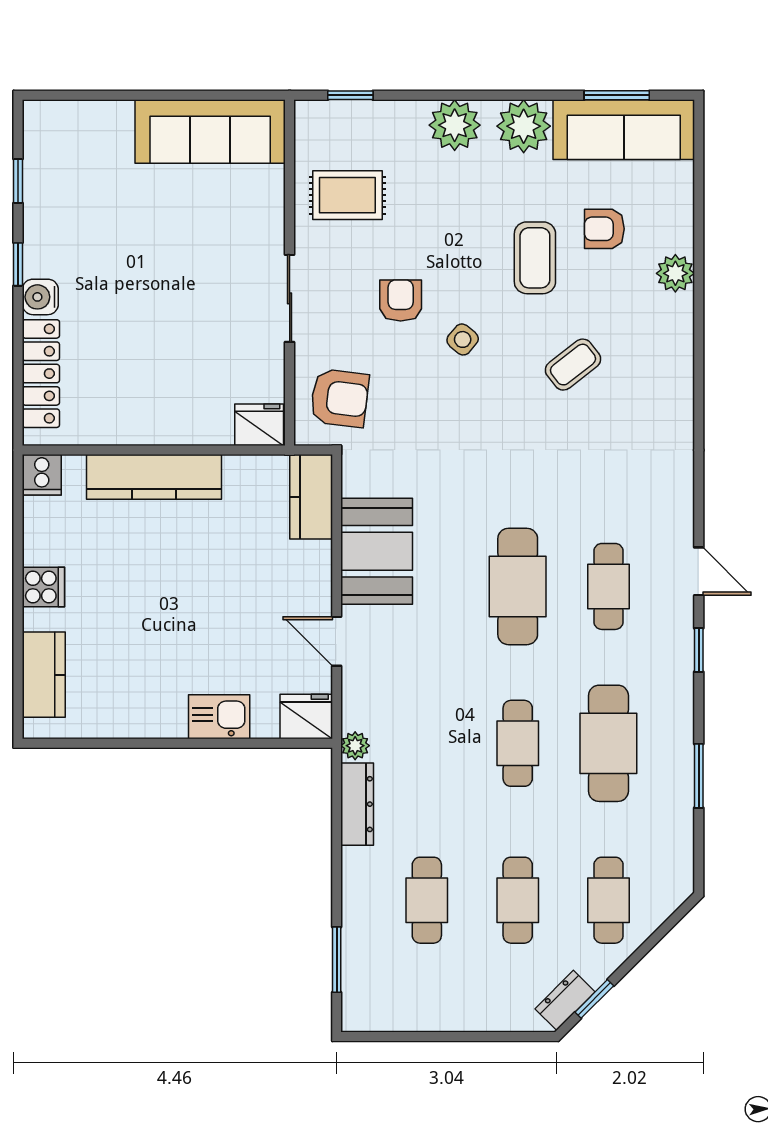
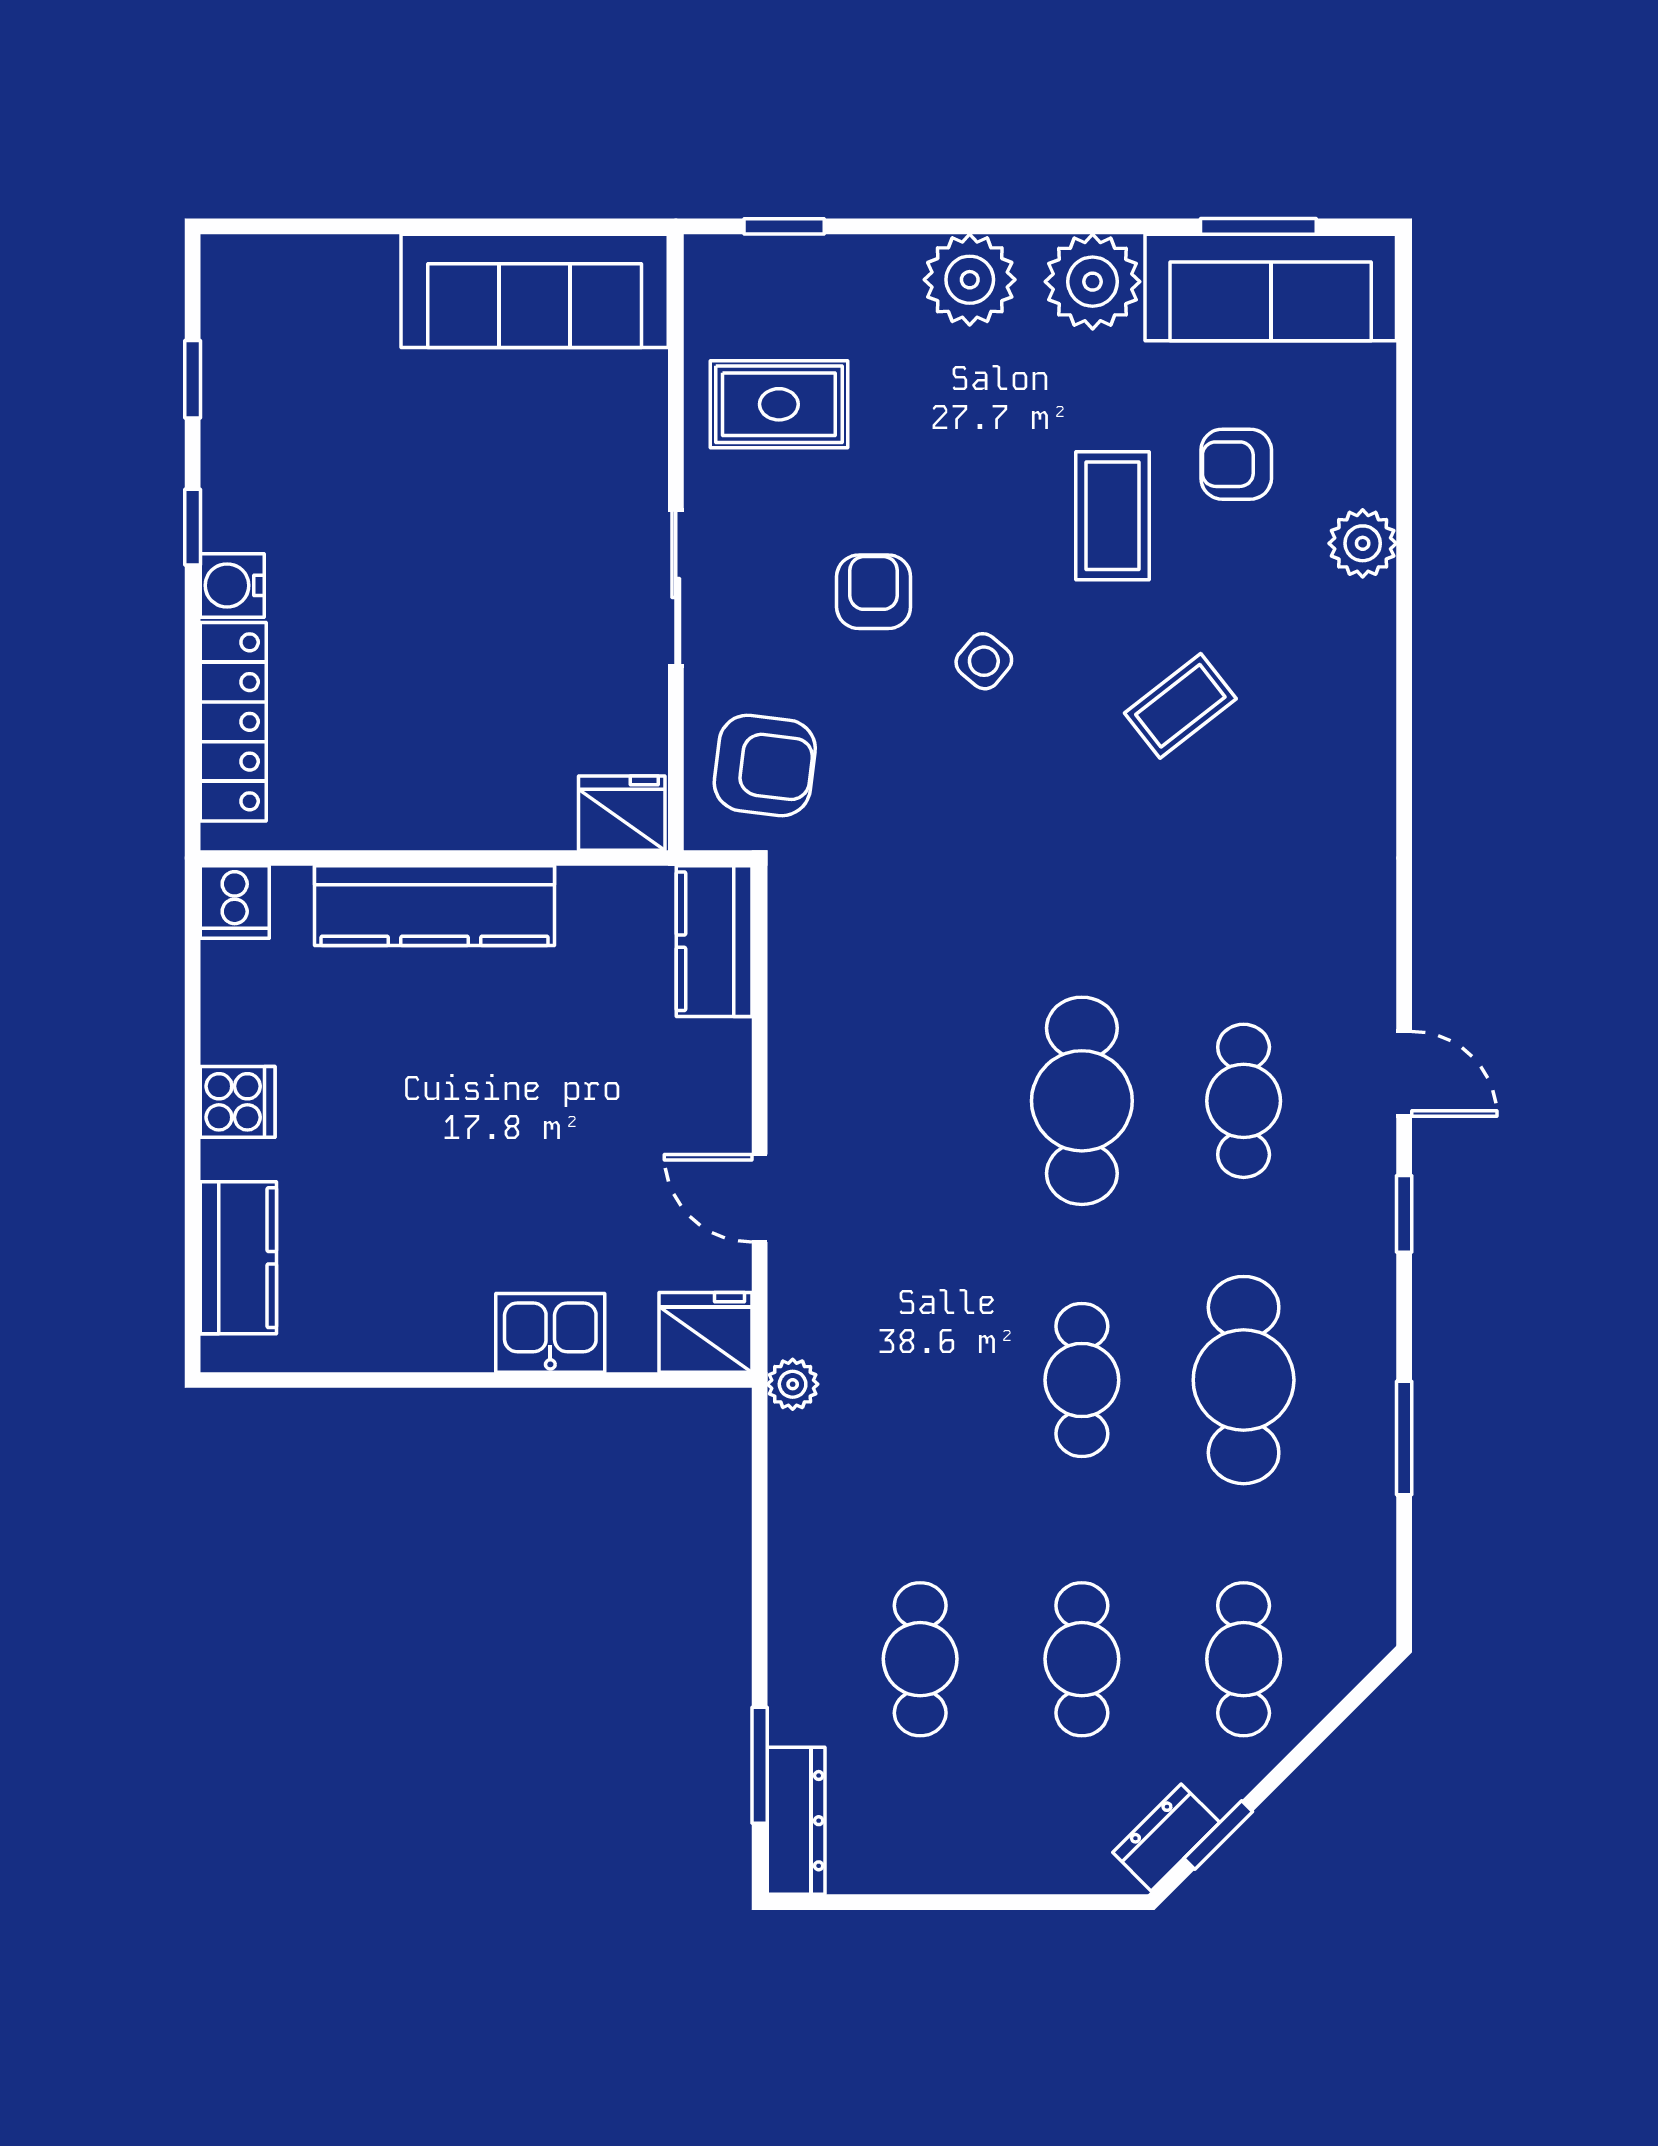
booth: (377, 551) -> (831, 1038), removed
dresser: (357, 804) -> (796, 1821), moved

